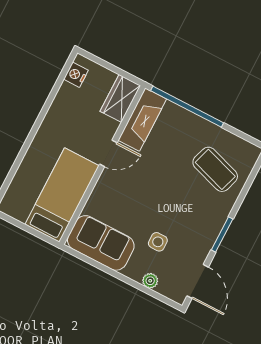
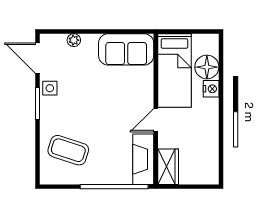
nightstand: (76, 75) -> (211, 89), moved
floor lamp: (26, 181) -> (207, 67), added
side table: (158, 242) -> (50, 88), moved

